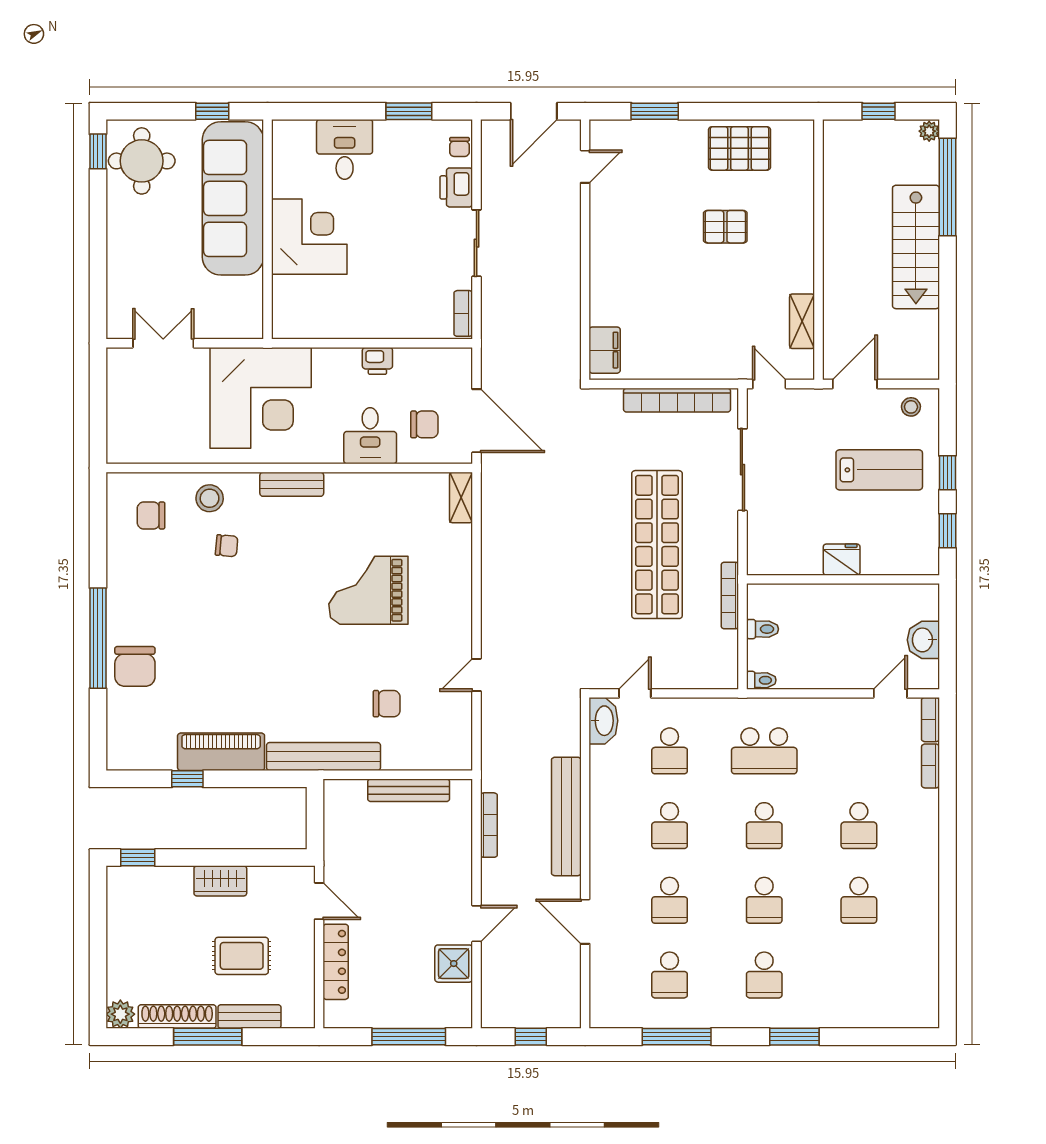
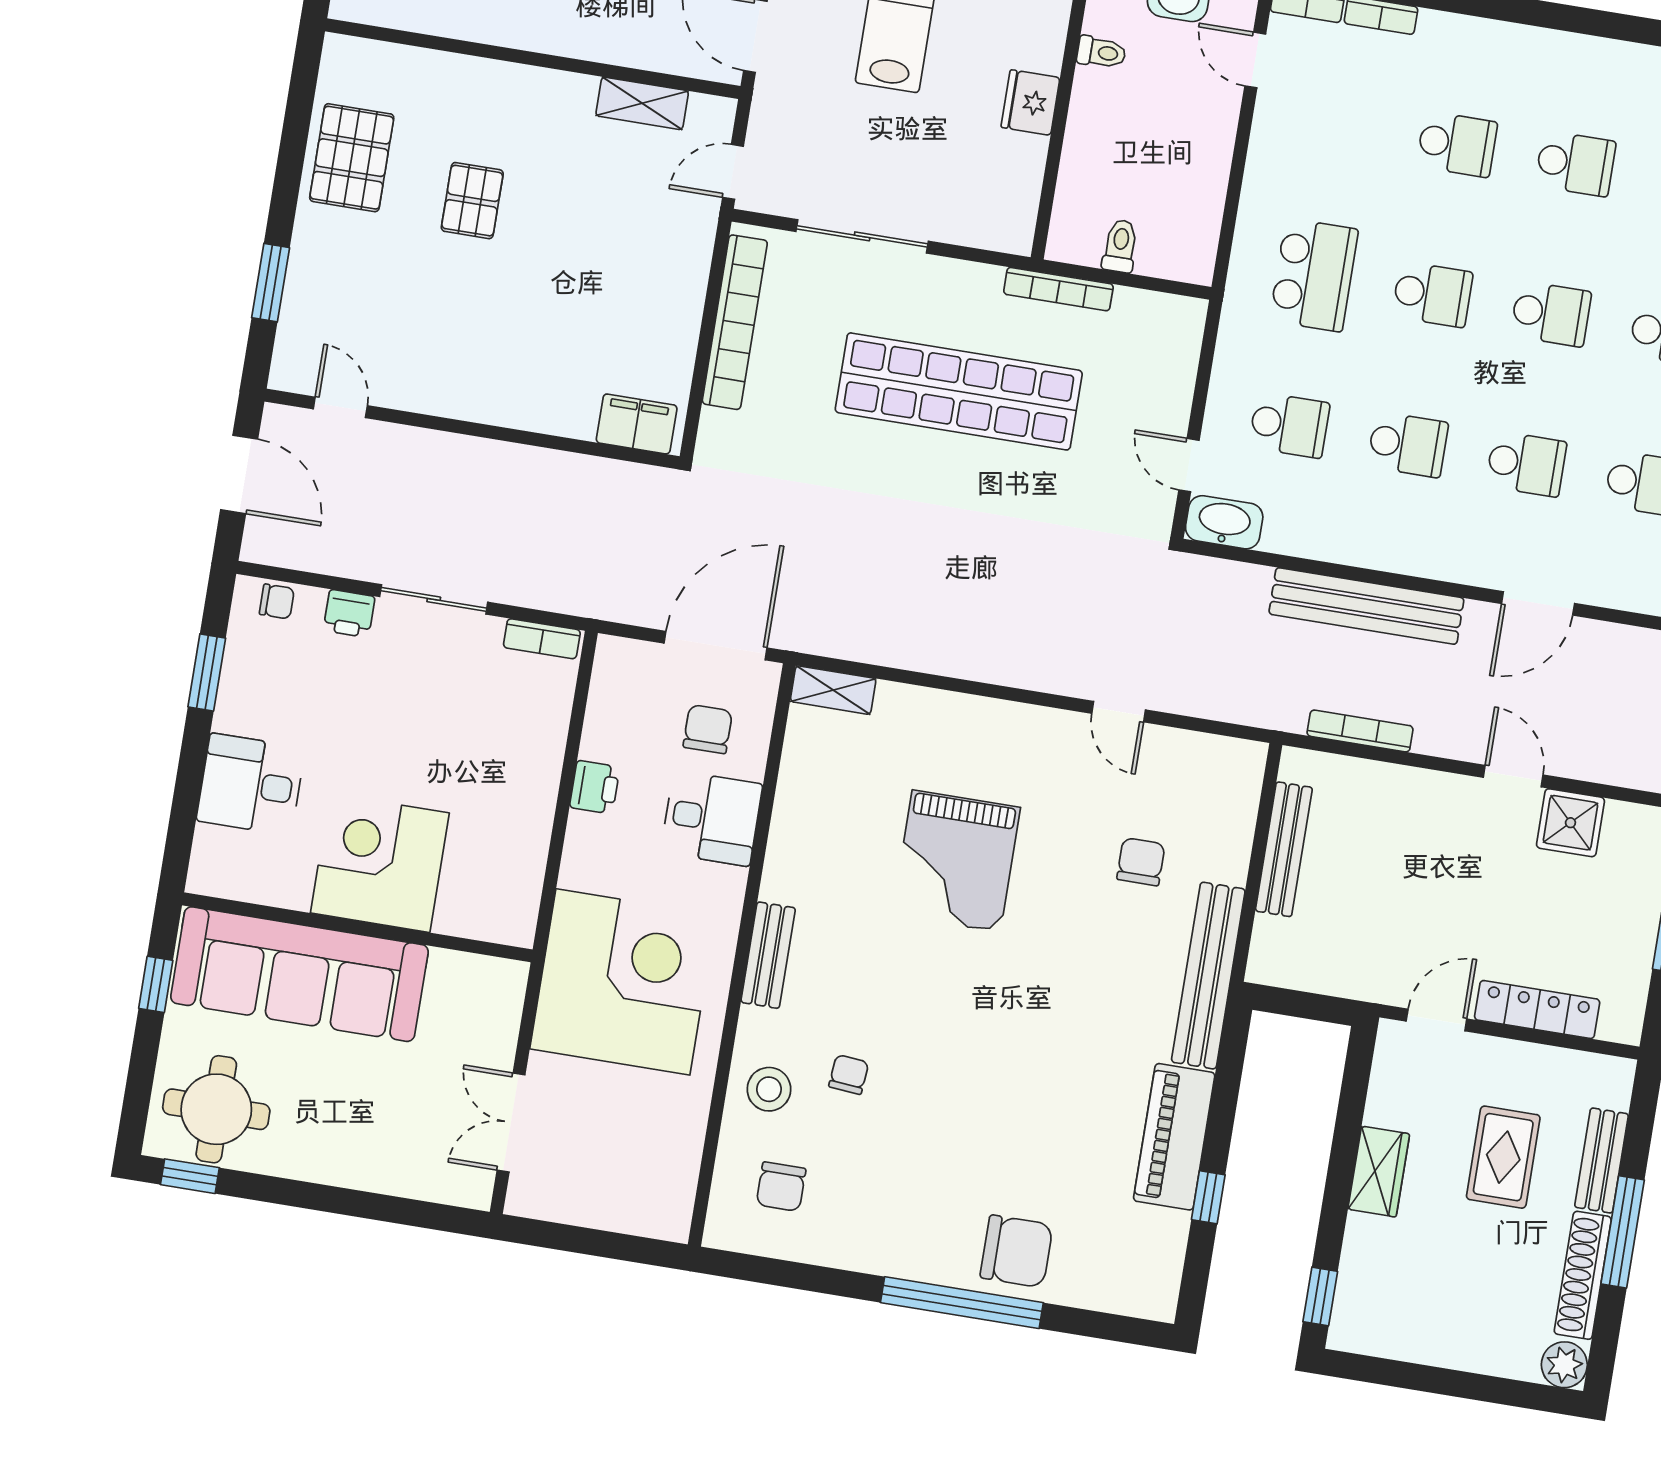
printer: (456, 187) -> (349, 614), width x0.73, depth x0.81
toilet: (761, 680) -> (1101, 52), moved, turned 90

